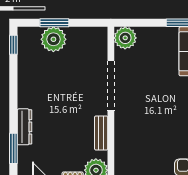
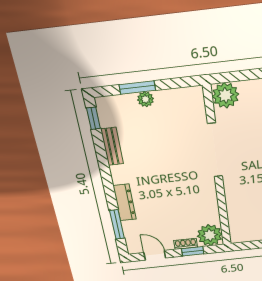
plant: (53, 39) -> (145, 99), width x0.53, depth x0.53
bench: (101, 133) -> (112, 146), moved

